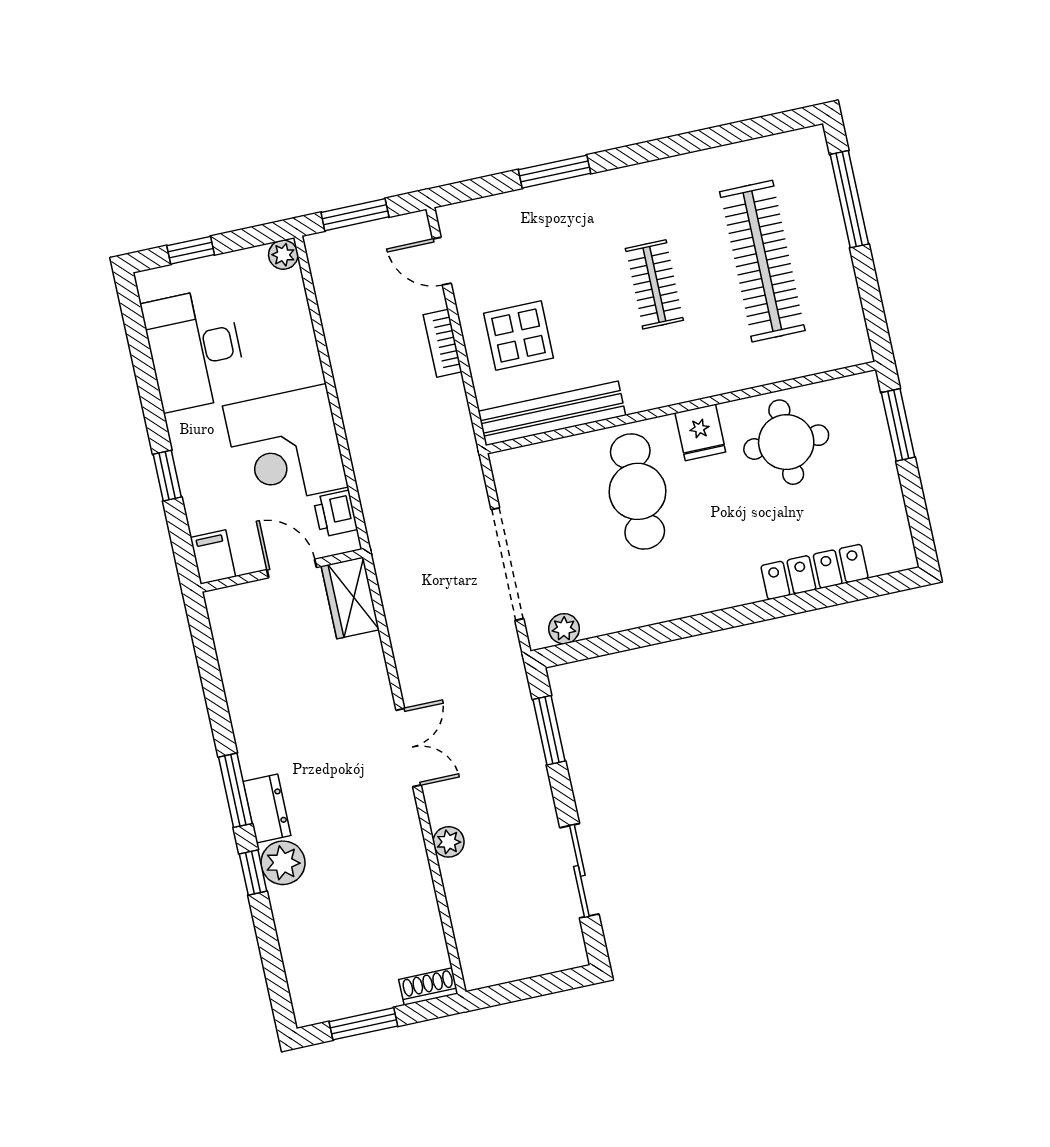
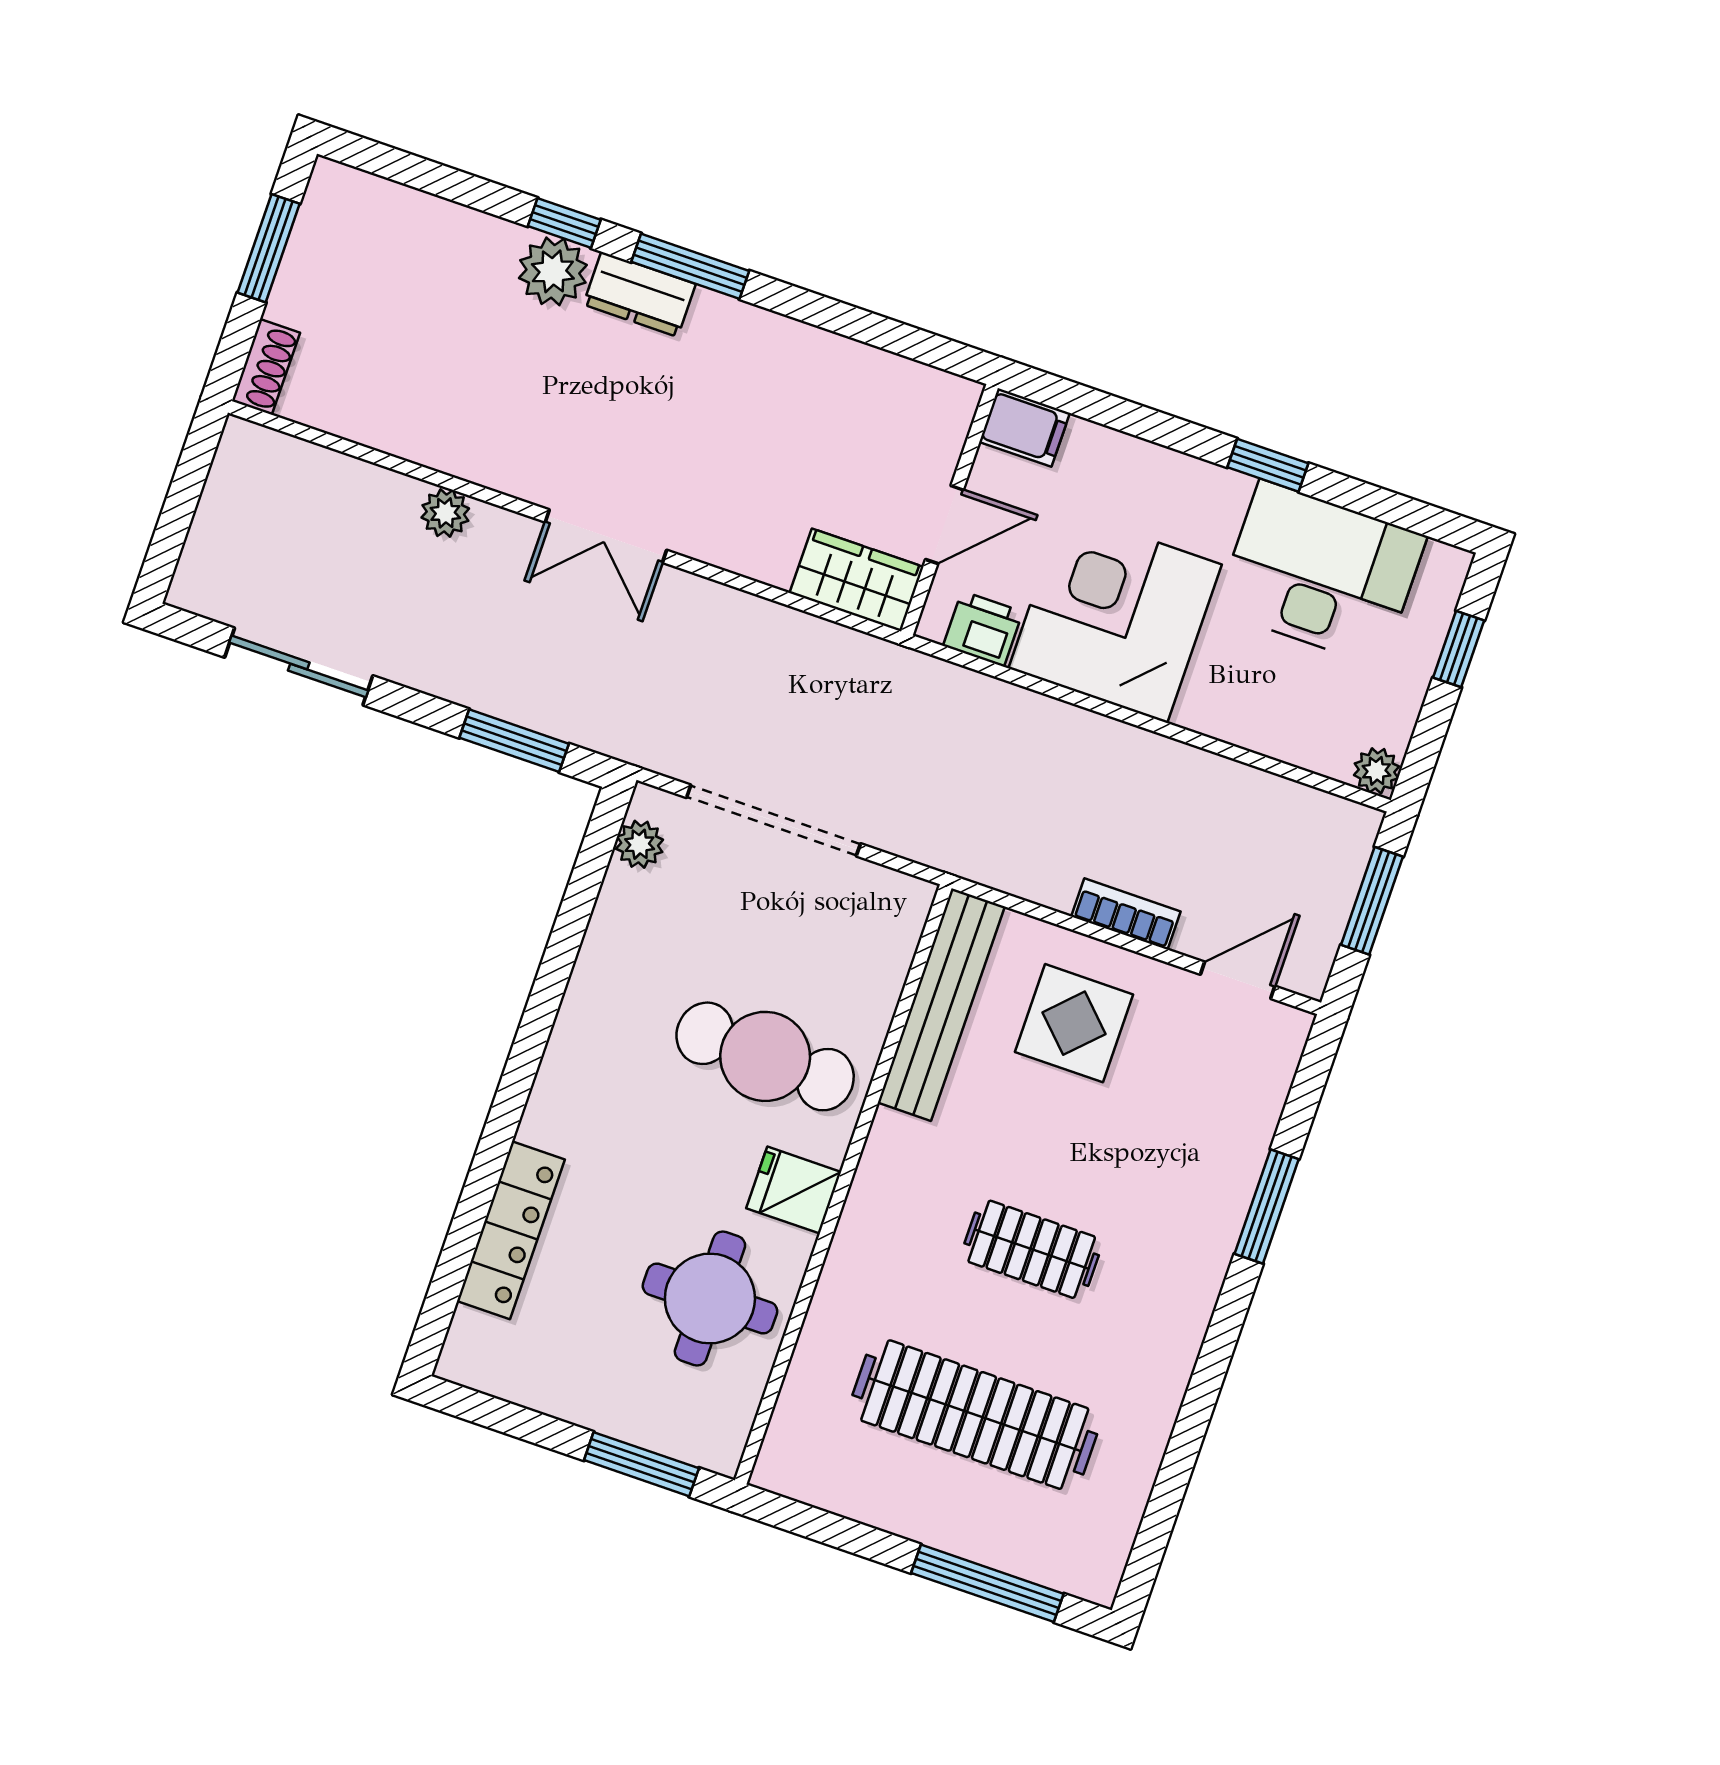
window: (167, 476) -> (1268, 465), moved

